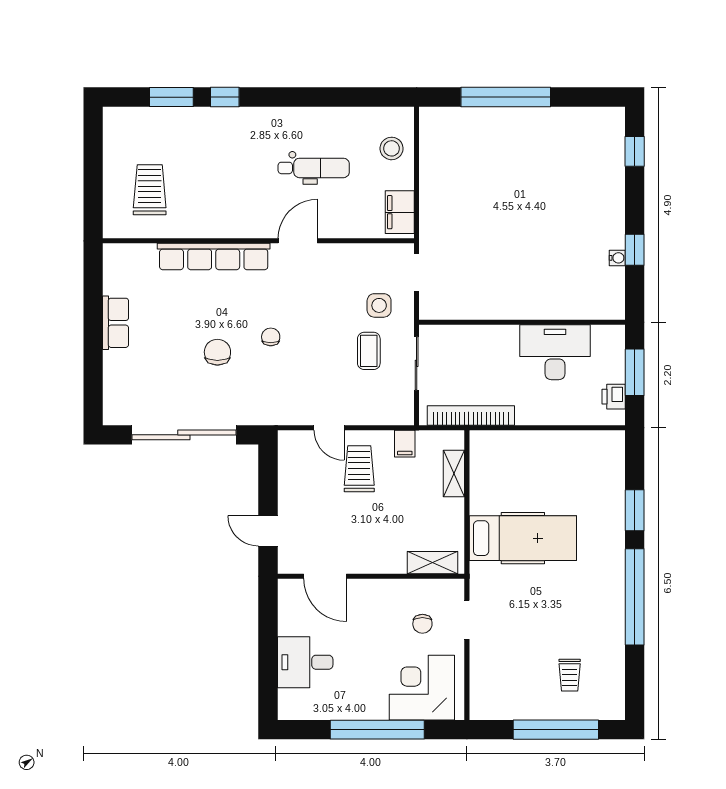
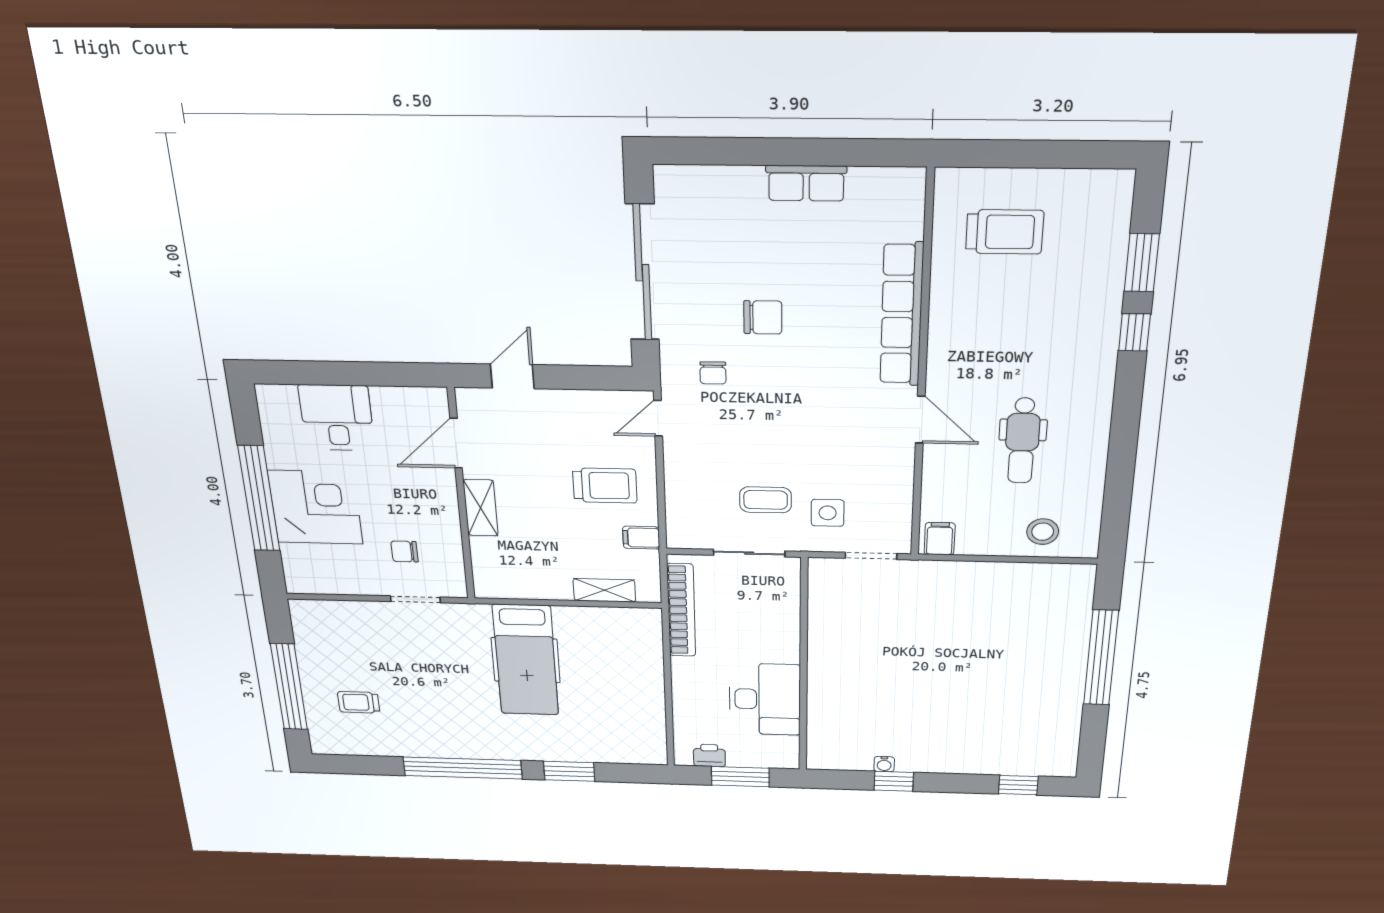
filing cabinet: (400, 212) -> (940, 539), width x0.50
chair: (271, 337) -> (713, 373), moved, turned 90
door: (329, 428) -> (658, 418), moved
shelving: (432, 563) -> (481, 508), moved
corner desk: (422, 688) -> (315, 507), moved

